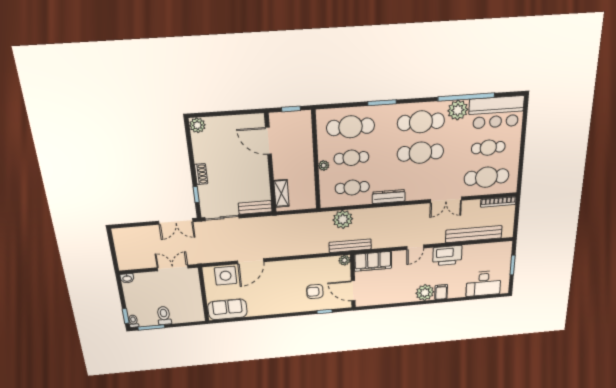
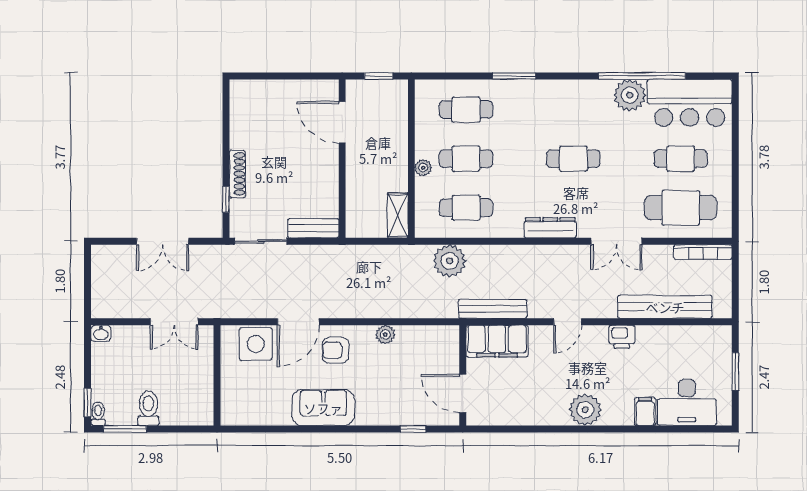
cafe table: (421, 122) -> (573, 110), removed
plant: (197, 125) -> (241, 91), removed
cafe table: (351, 127) -> (466, 110), width x0.73, depth x0.74
cafe table: (420, 153) -> (573, 159), width x0.73, depth x0.74
shoe rack: (201, 174) -> (237, 174), width x1.43
shelving: (281, 193) -> (398, 215), moved
dresser: (389, 197) -> (550, 228), moved
double door: (176, 221) -> (163, 241), moved
bench: (350, 246) -> (493, 309), moved
printer: (447, 256) -> (622, 337), width x0.53, depth x0.68
plant: (344, 260) -> (385, 335), moved
double door: (173, 268) -> (174, 322), swing flipped
armchair: (315, 292) -> (336, 350), moved
filing cabinet: (441, 292) -> (645, 412), moved
sofa: (228, 309) -> (323, 408), moved

